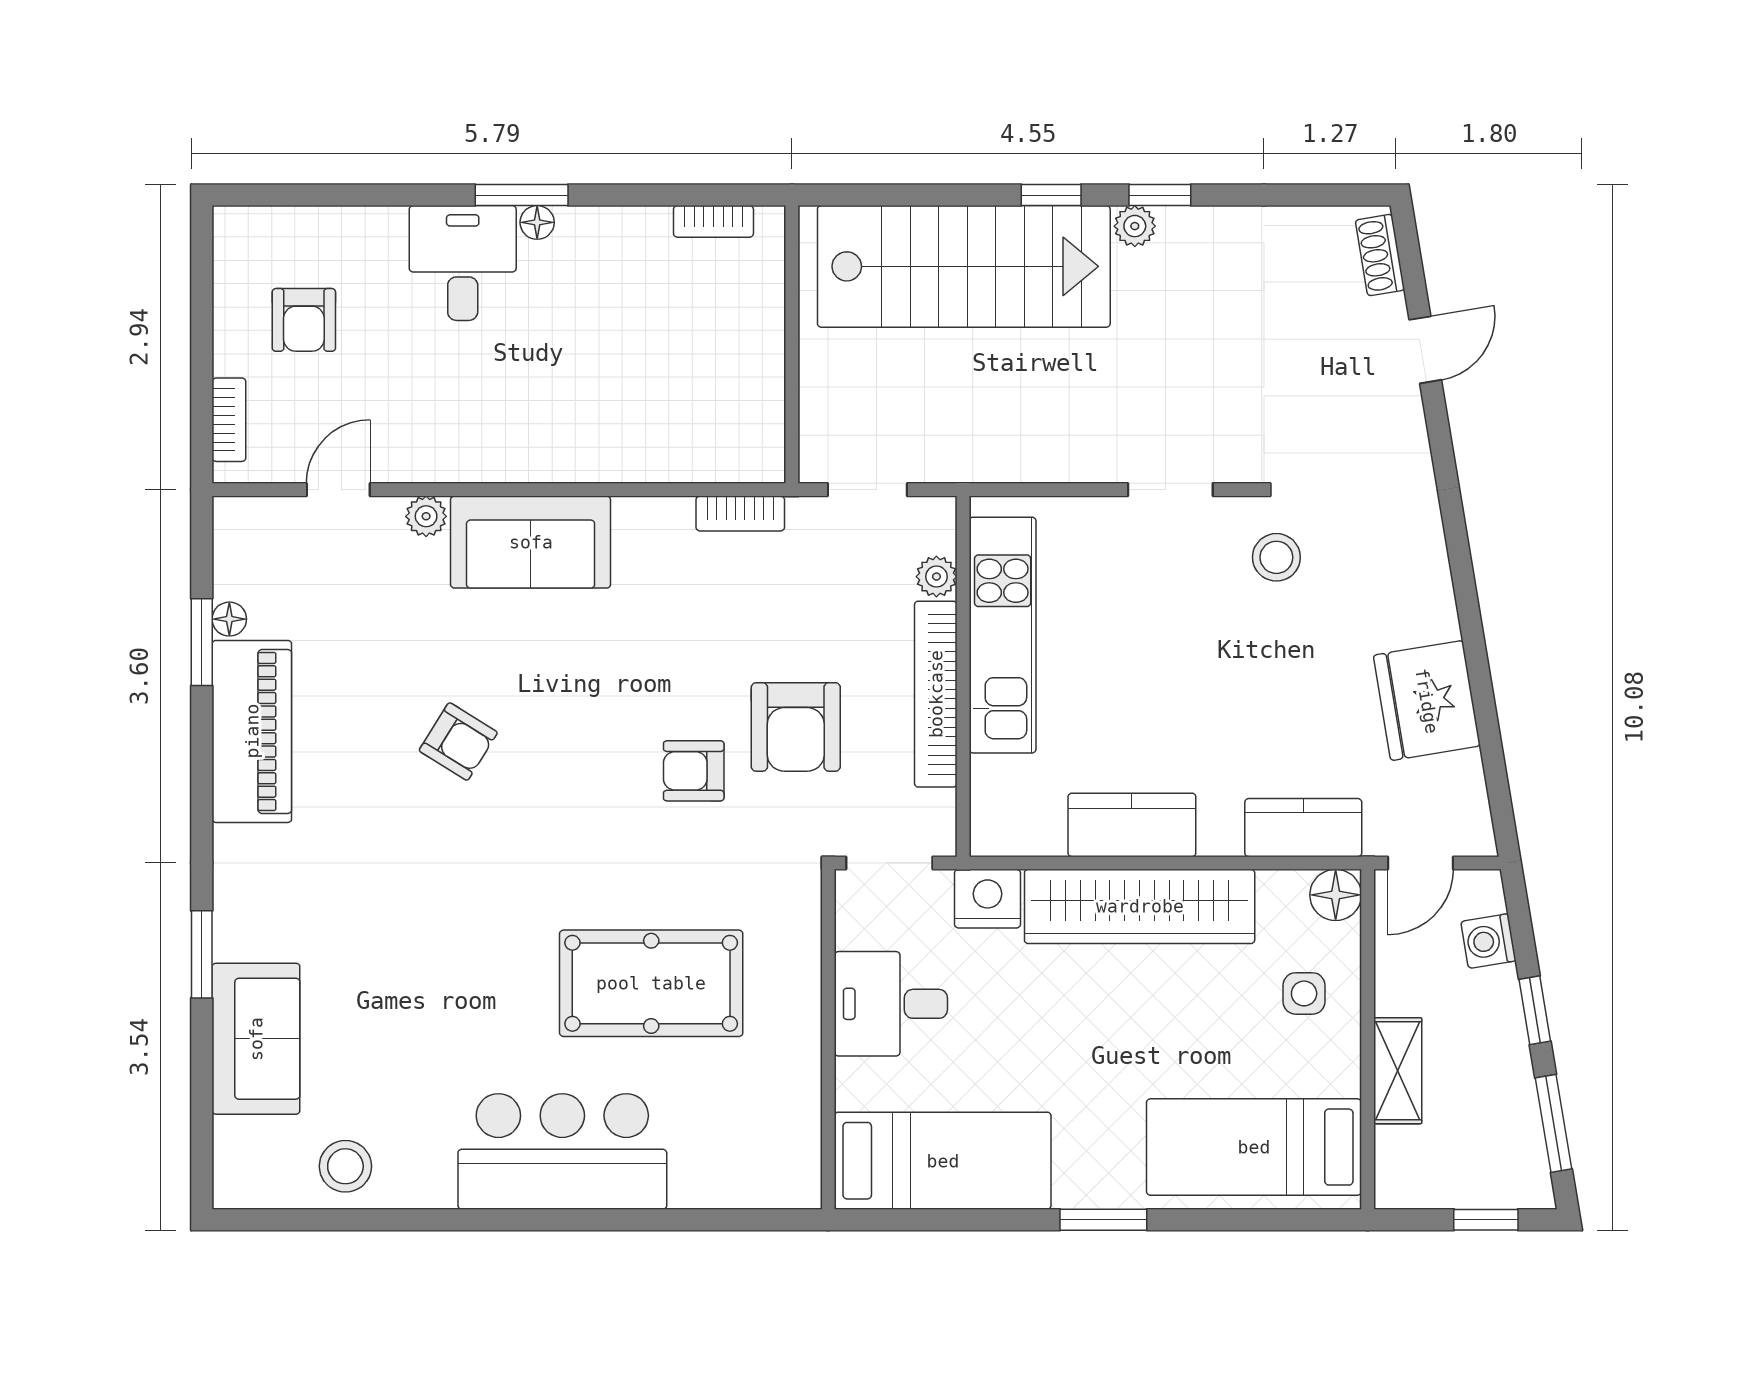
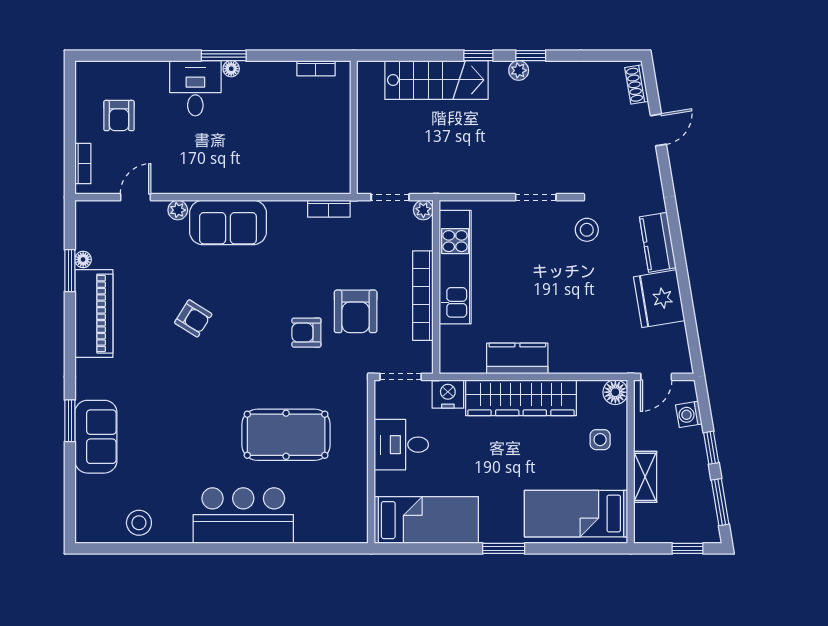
stairs: (964, 266) -> (436, 80), width x0.73, depth x0.66
plant: (936, 577) -> (423, 210), moved
kitchen counter: (1303, 828) -> (658, 242), moved, turned -99
sofa: (256, 1039) -> (96, 437), moved

